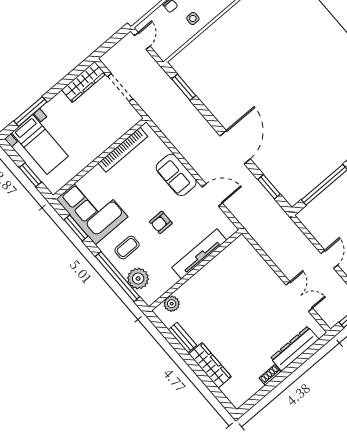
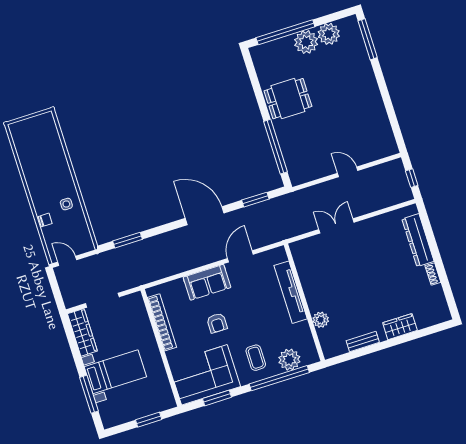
bed with nightstands: (40, 144) -> (115, 372), moved
armchair: (161, 222) -> (217, 323), moved
double door: (299, 297) -> (336, 226), moved
plant: (172, 304) -> (321, 320), moved
wardrobe: (210, 365) -> (400, 327), width x0.67

